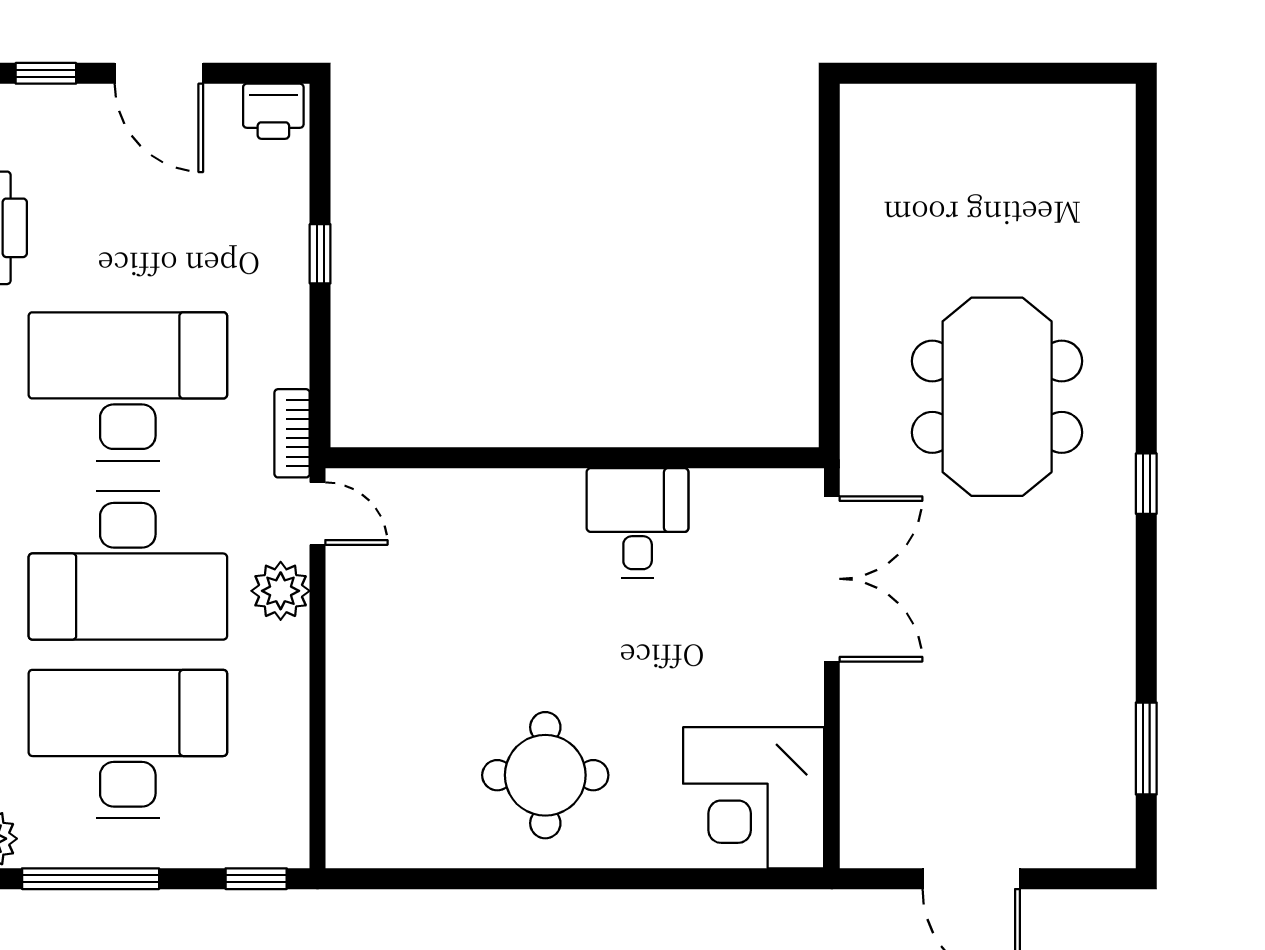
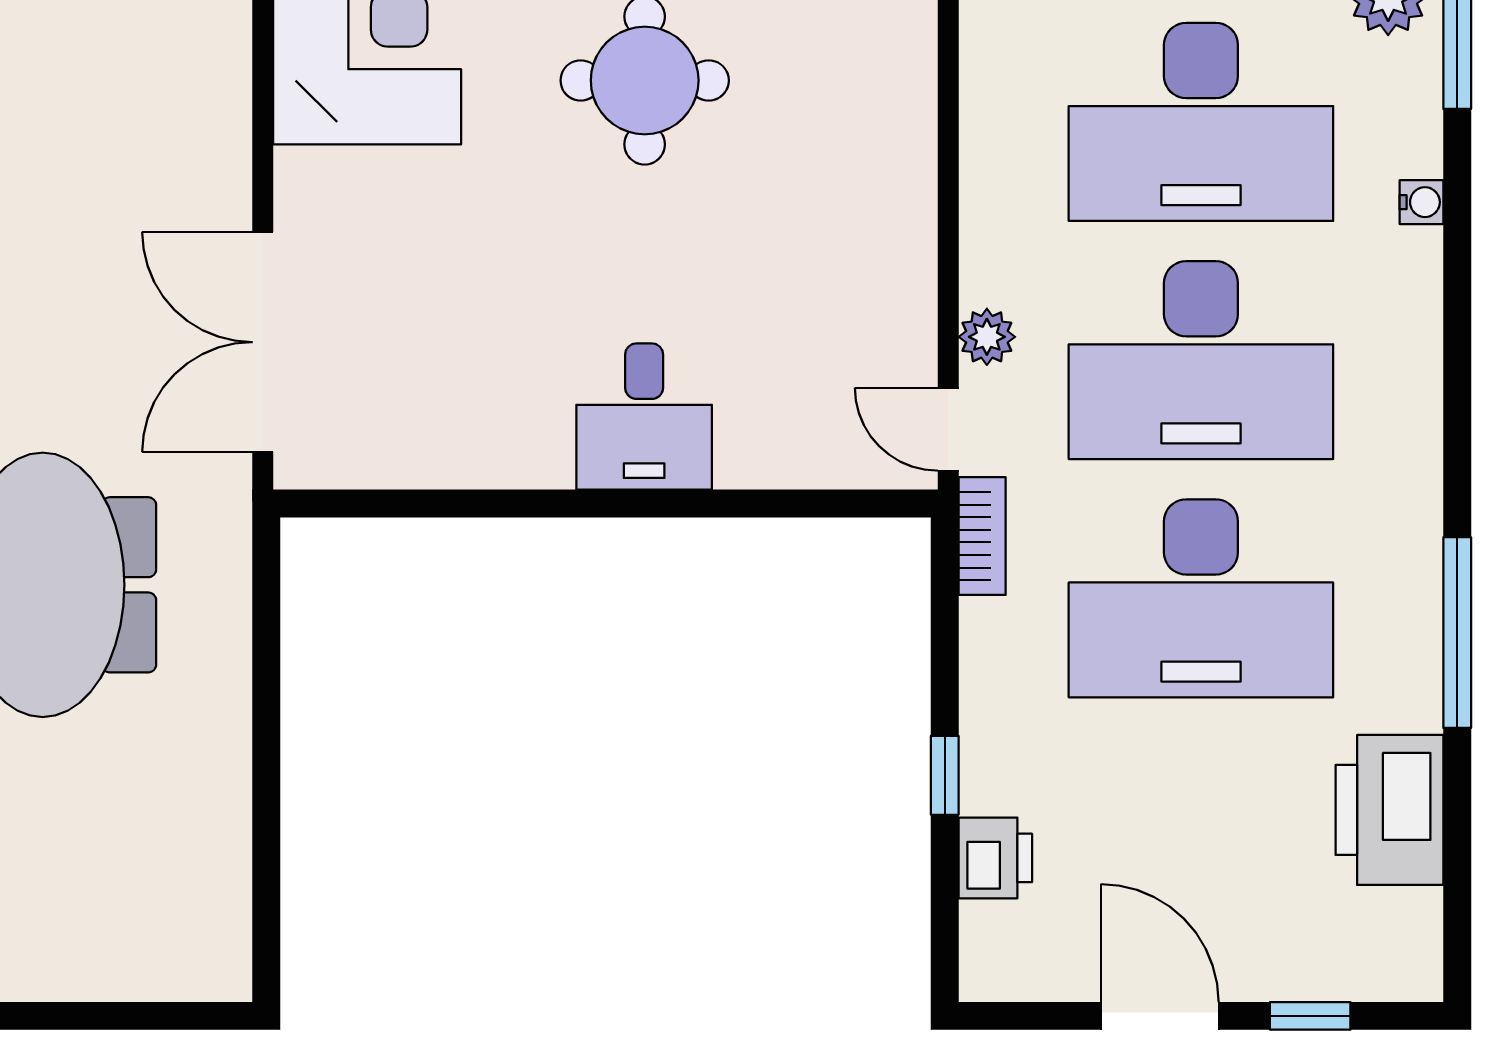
printer: (273, 111) -> (995, 858), moved, turned 90
desk: (638, 523) -> (644, 417), moved
desk: (128, 565) -> (1201, 360), turned 180
plant: (281, 591) -> (987, 337), width x0.73, depth x0.73

